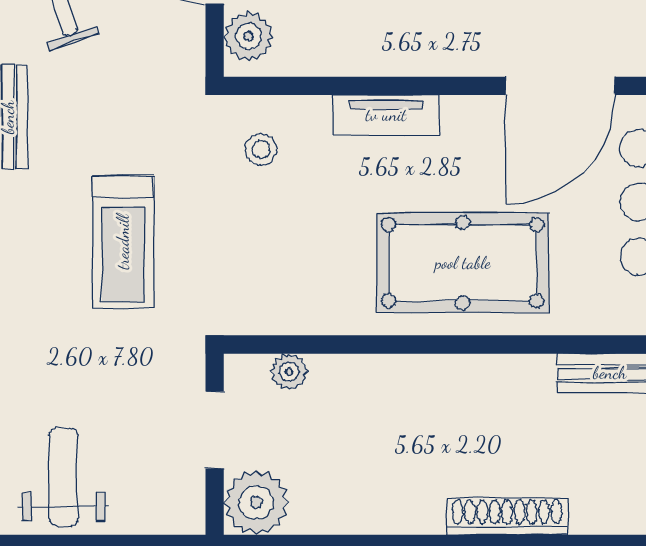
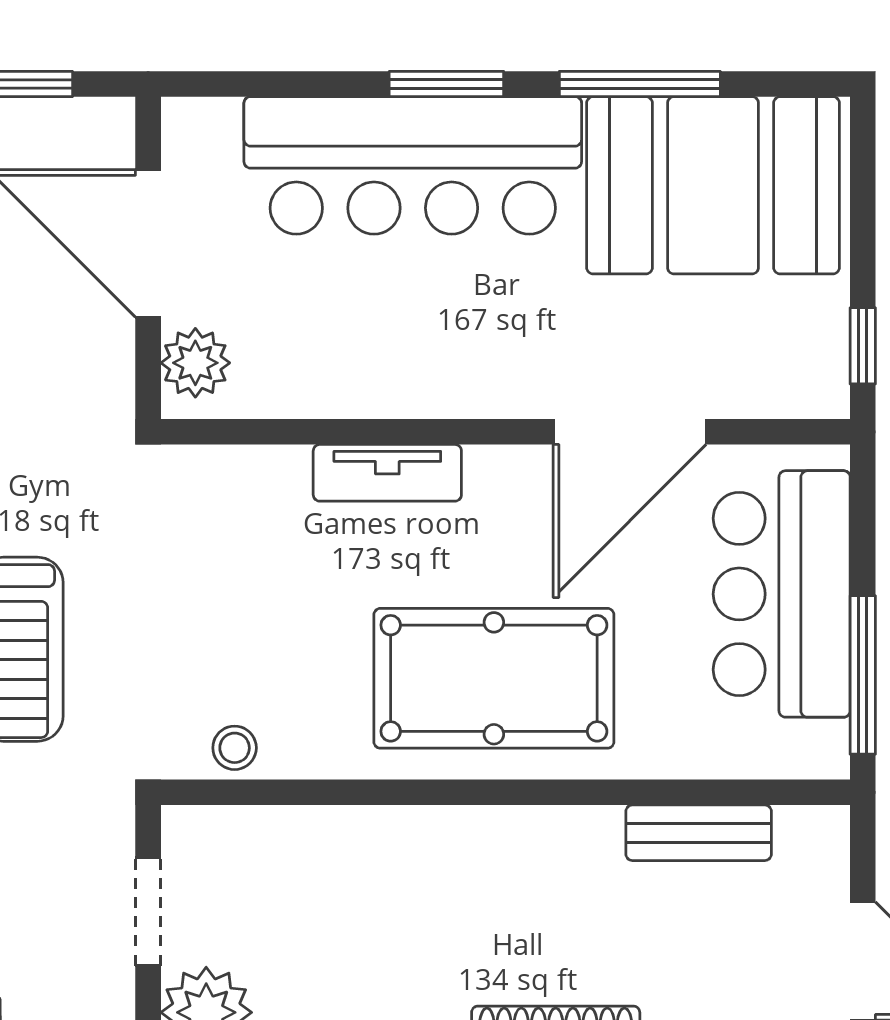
stool: (261, 149) -> (235, 748), moved
plant: (289, 372) -> (252, 830), removed

